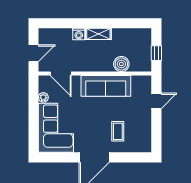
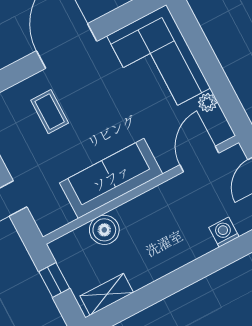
washing machine: (79, 34) -> (224, 232), moved
shelving: (98, 34) -> (107, 294), moved
door: (61, 74) -> (199, 159), hinge flipped

